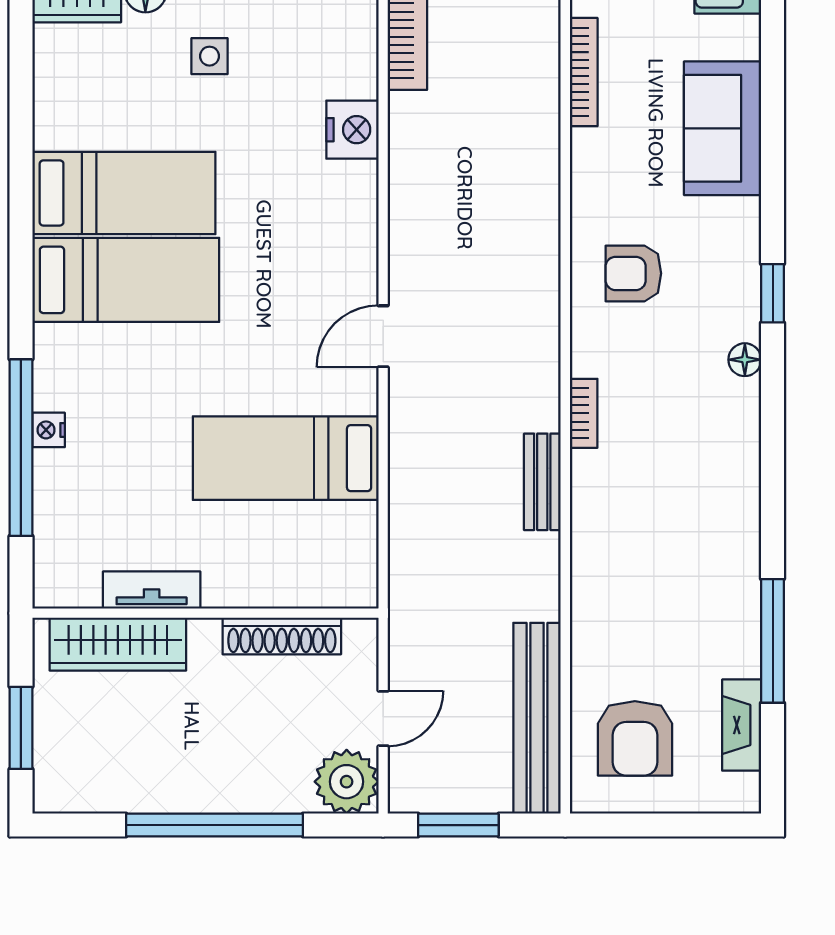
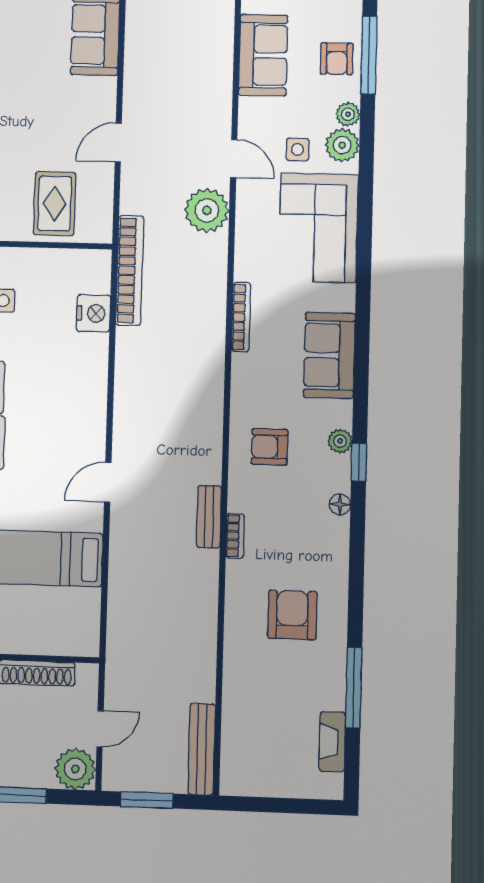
nightstand: (352, 130) -> (93, 313), moved
plant: (742, 261) -> (340, 441), added
bench: (542, 482) -> (209, 517), moved
bench: (537, 718) -> (202, 749), width x0.73, depth x0.82
armchair: (635, 738) -> (292, 615), moved, turned 180

